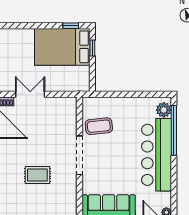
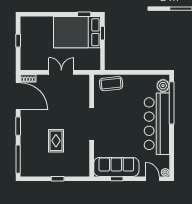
double door: (30, 94) -> (61, 72), moved
coffee table: (99, 126) -> (111, 84), moved
rug: (37, 175) -> (56, 141), turned 90

